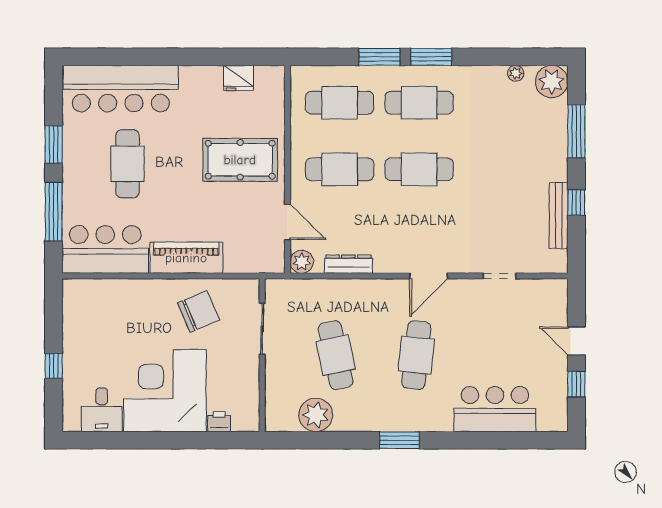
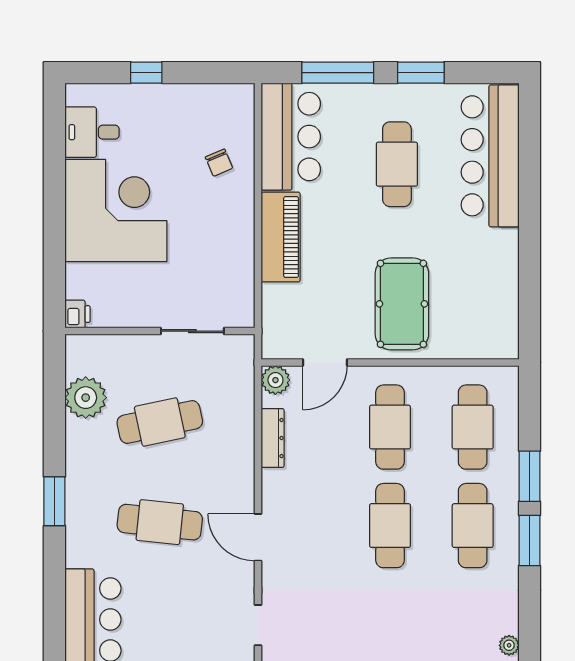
fridge: (239, 78) -> (503, 302), removed
cafe table: (128, 164) -> (397, 164), turned 90
chair: (198, 311) -> (219, 163), moved, width x0.54, depth x0.54
printer: (219, 422) -> (77, 314), moved

